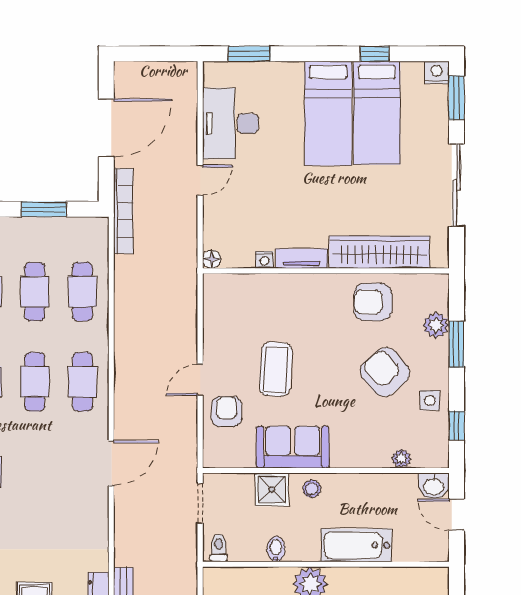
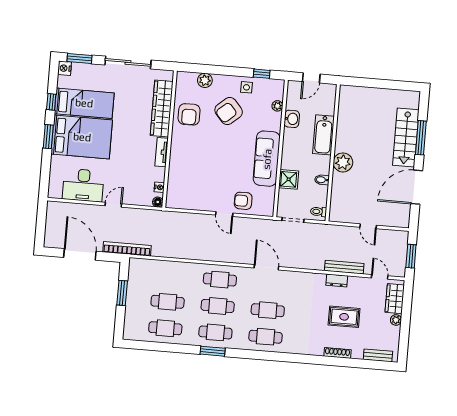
window: (249, 54) -> (48, 137), moved
bed: (328, 113) -> (82, 137), width x1.50
door: (200, 180) -> (113, 205), hinge flipped
nightstand: (264, 260) -> (159, 187), moved
cafe table: (82, 292) -> (268, 310), moved
window: (456, 344) -> (216, 70), removed
coffee table: (276, 369) -> (222, 172), removed
sofa: (293, 447) -> (267, 159), width x1.36
washbasin: (434, 486) -> (292, 119), moved
stool: (312, 489) -> (290, 157), removed

